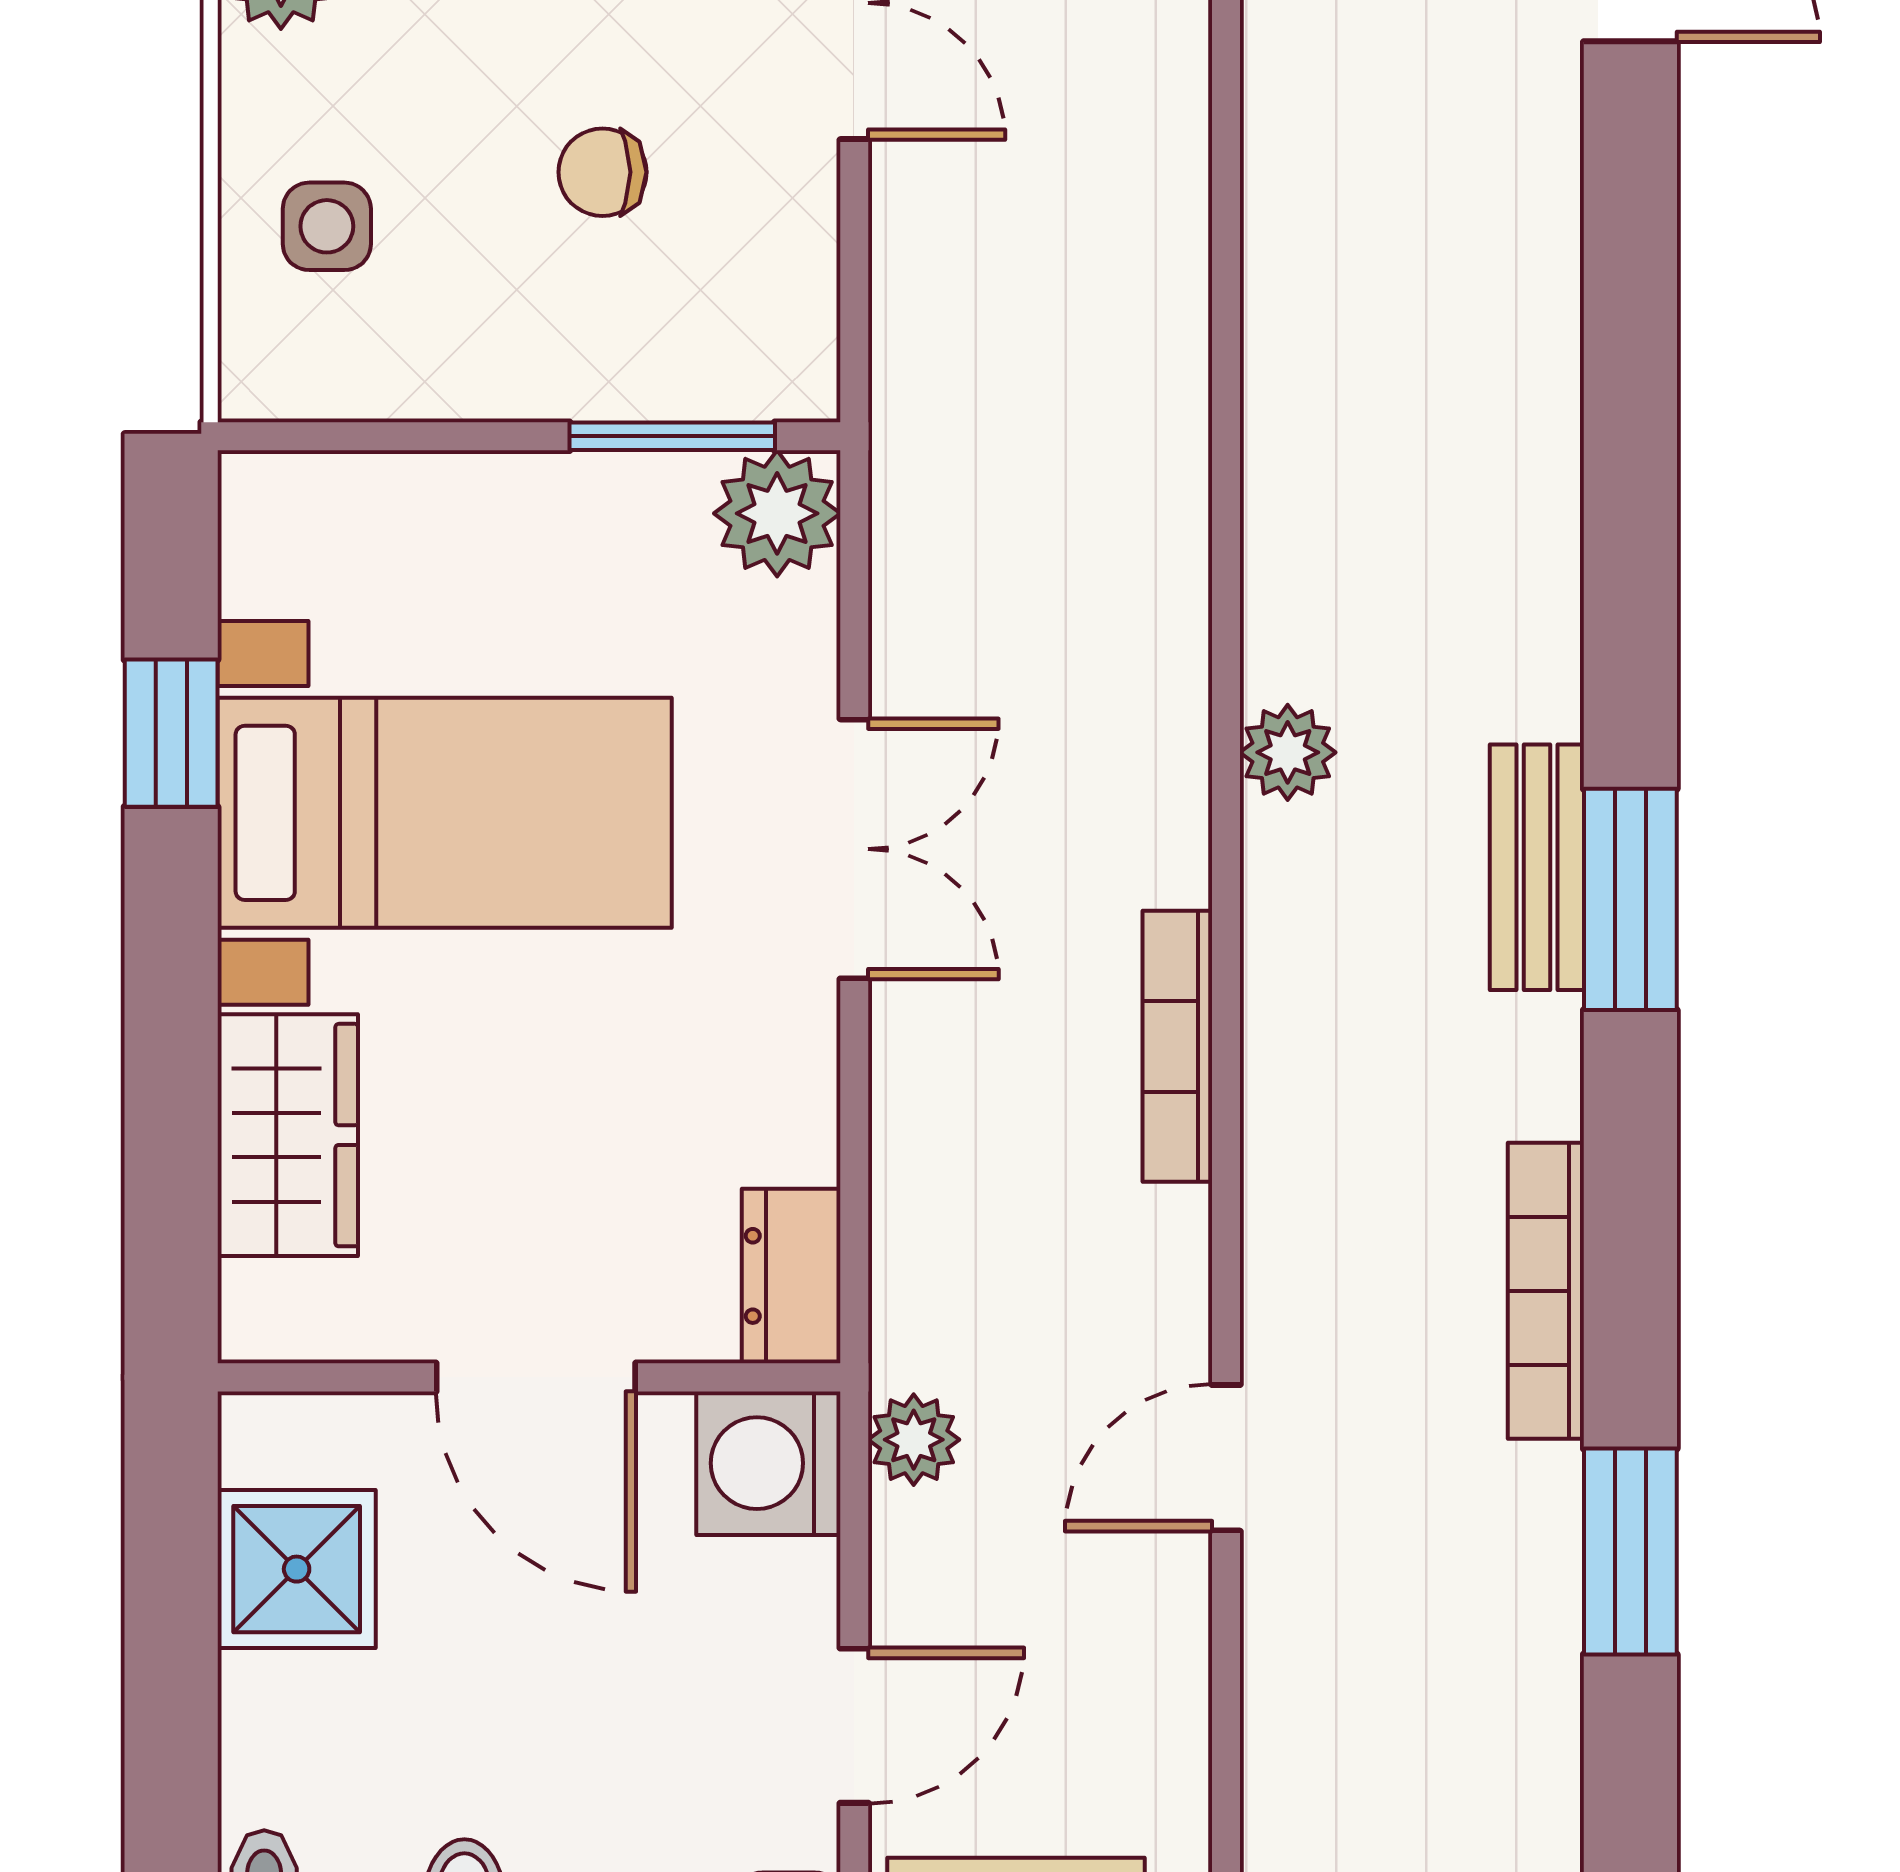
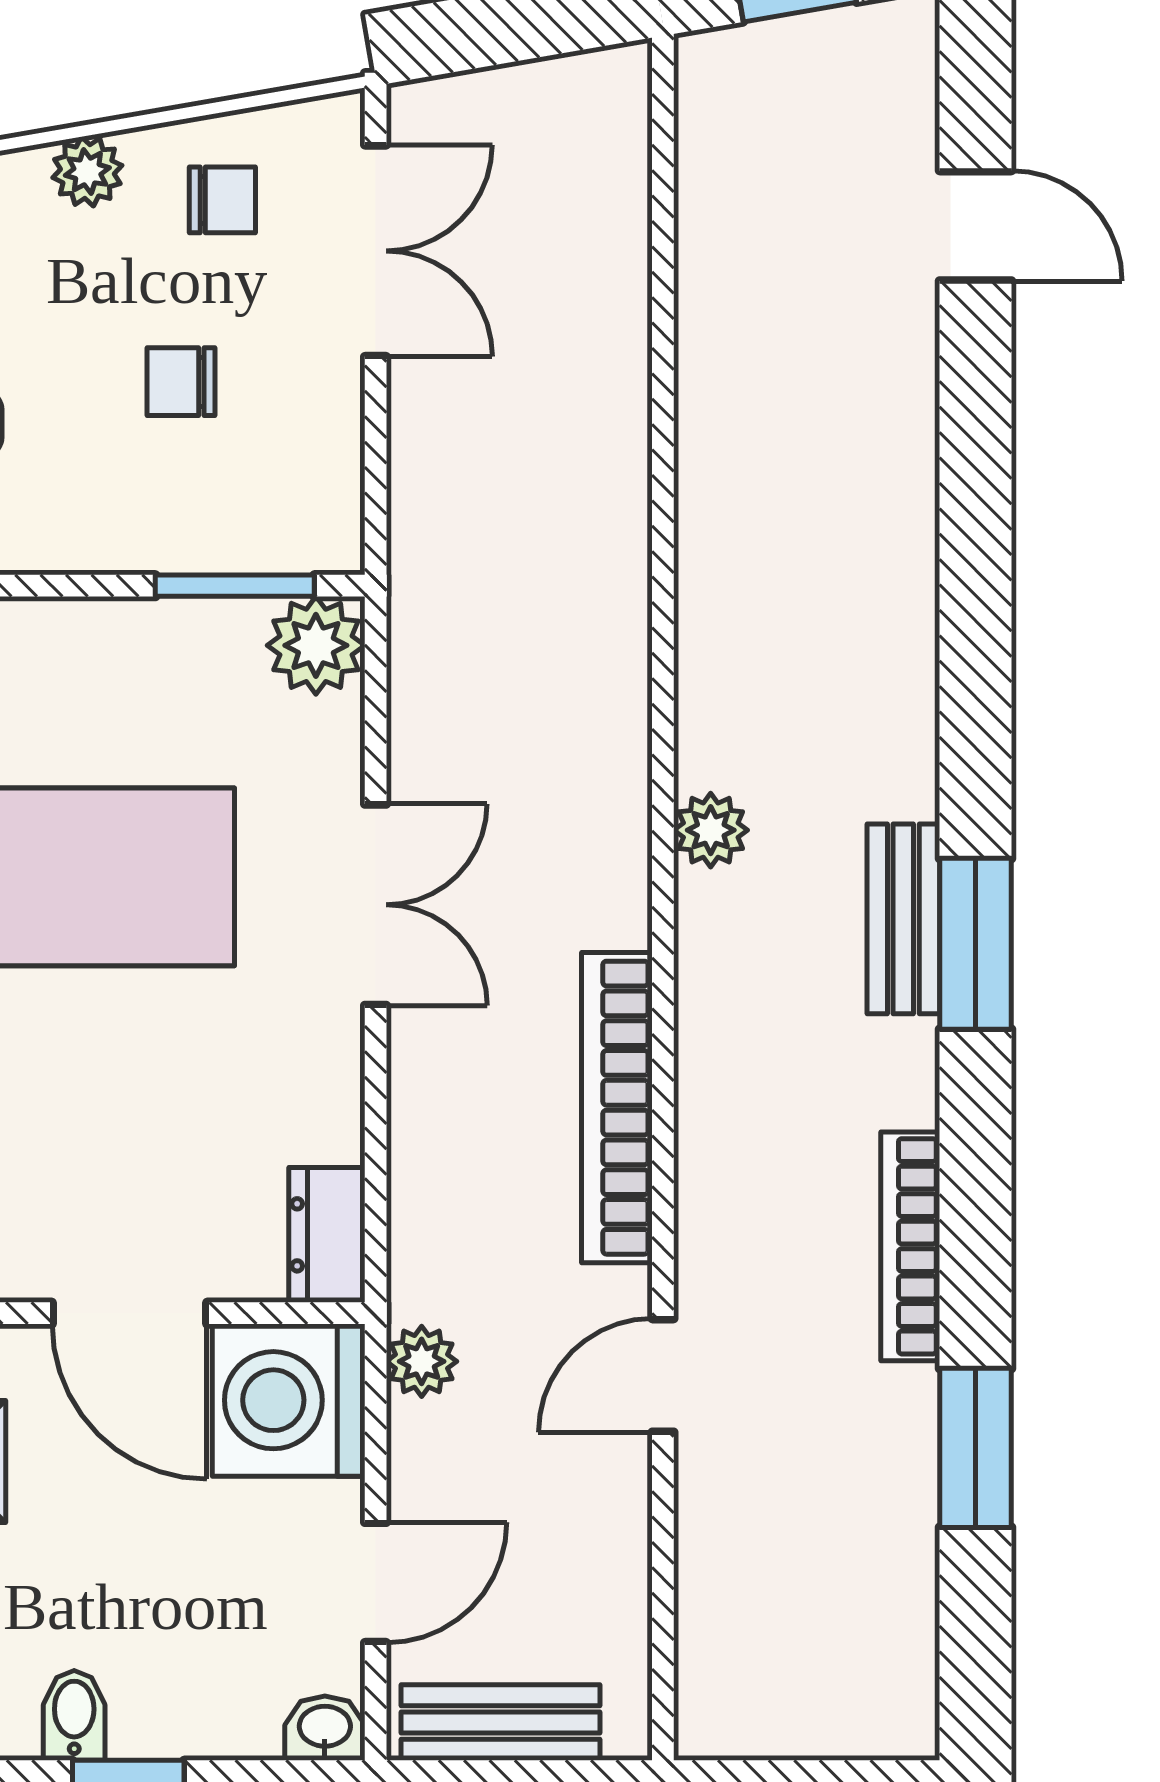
bookcase: (1177, 1046) -> (617, 1108), width x1.48, depth x1.31
washing machine: (768, 1463) -> (289, 1400), width x1.37, depth x1.37

